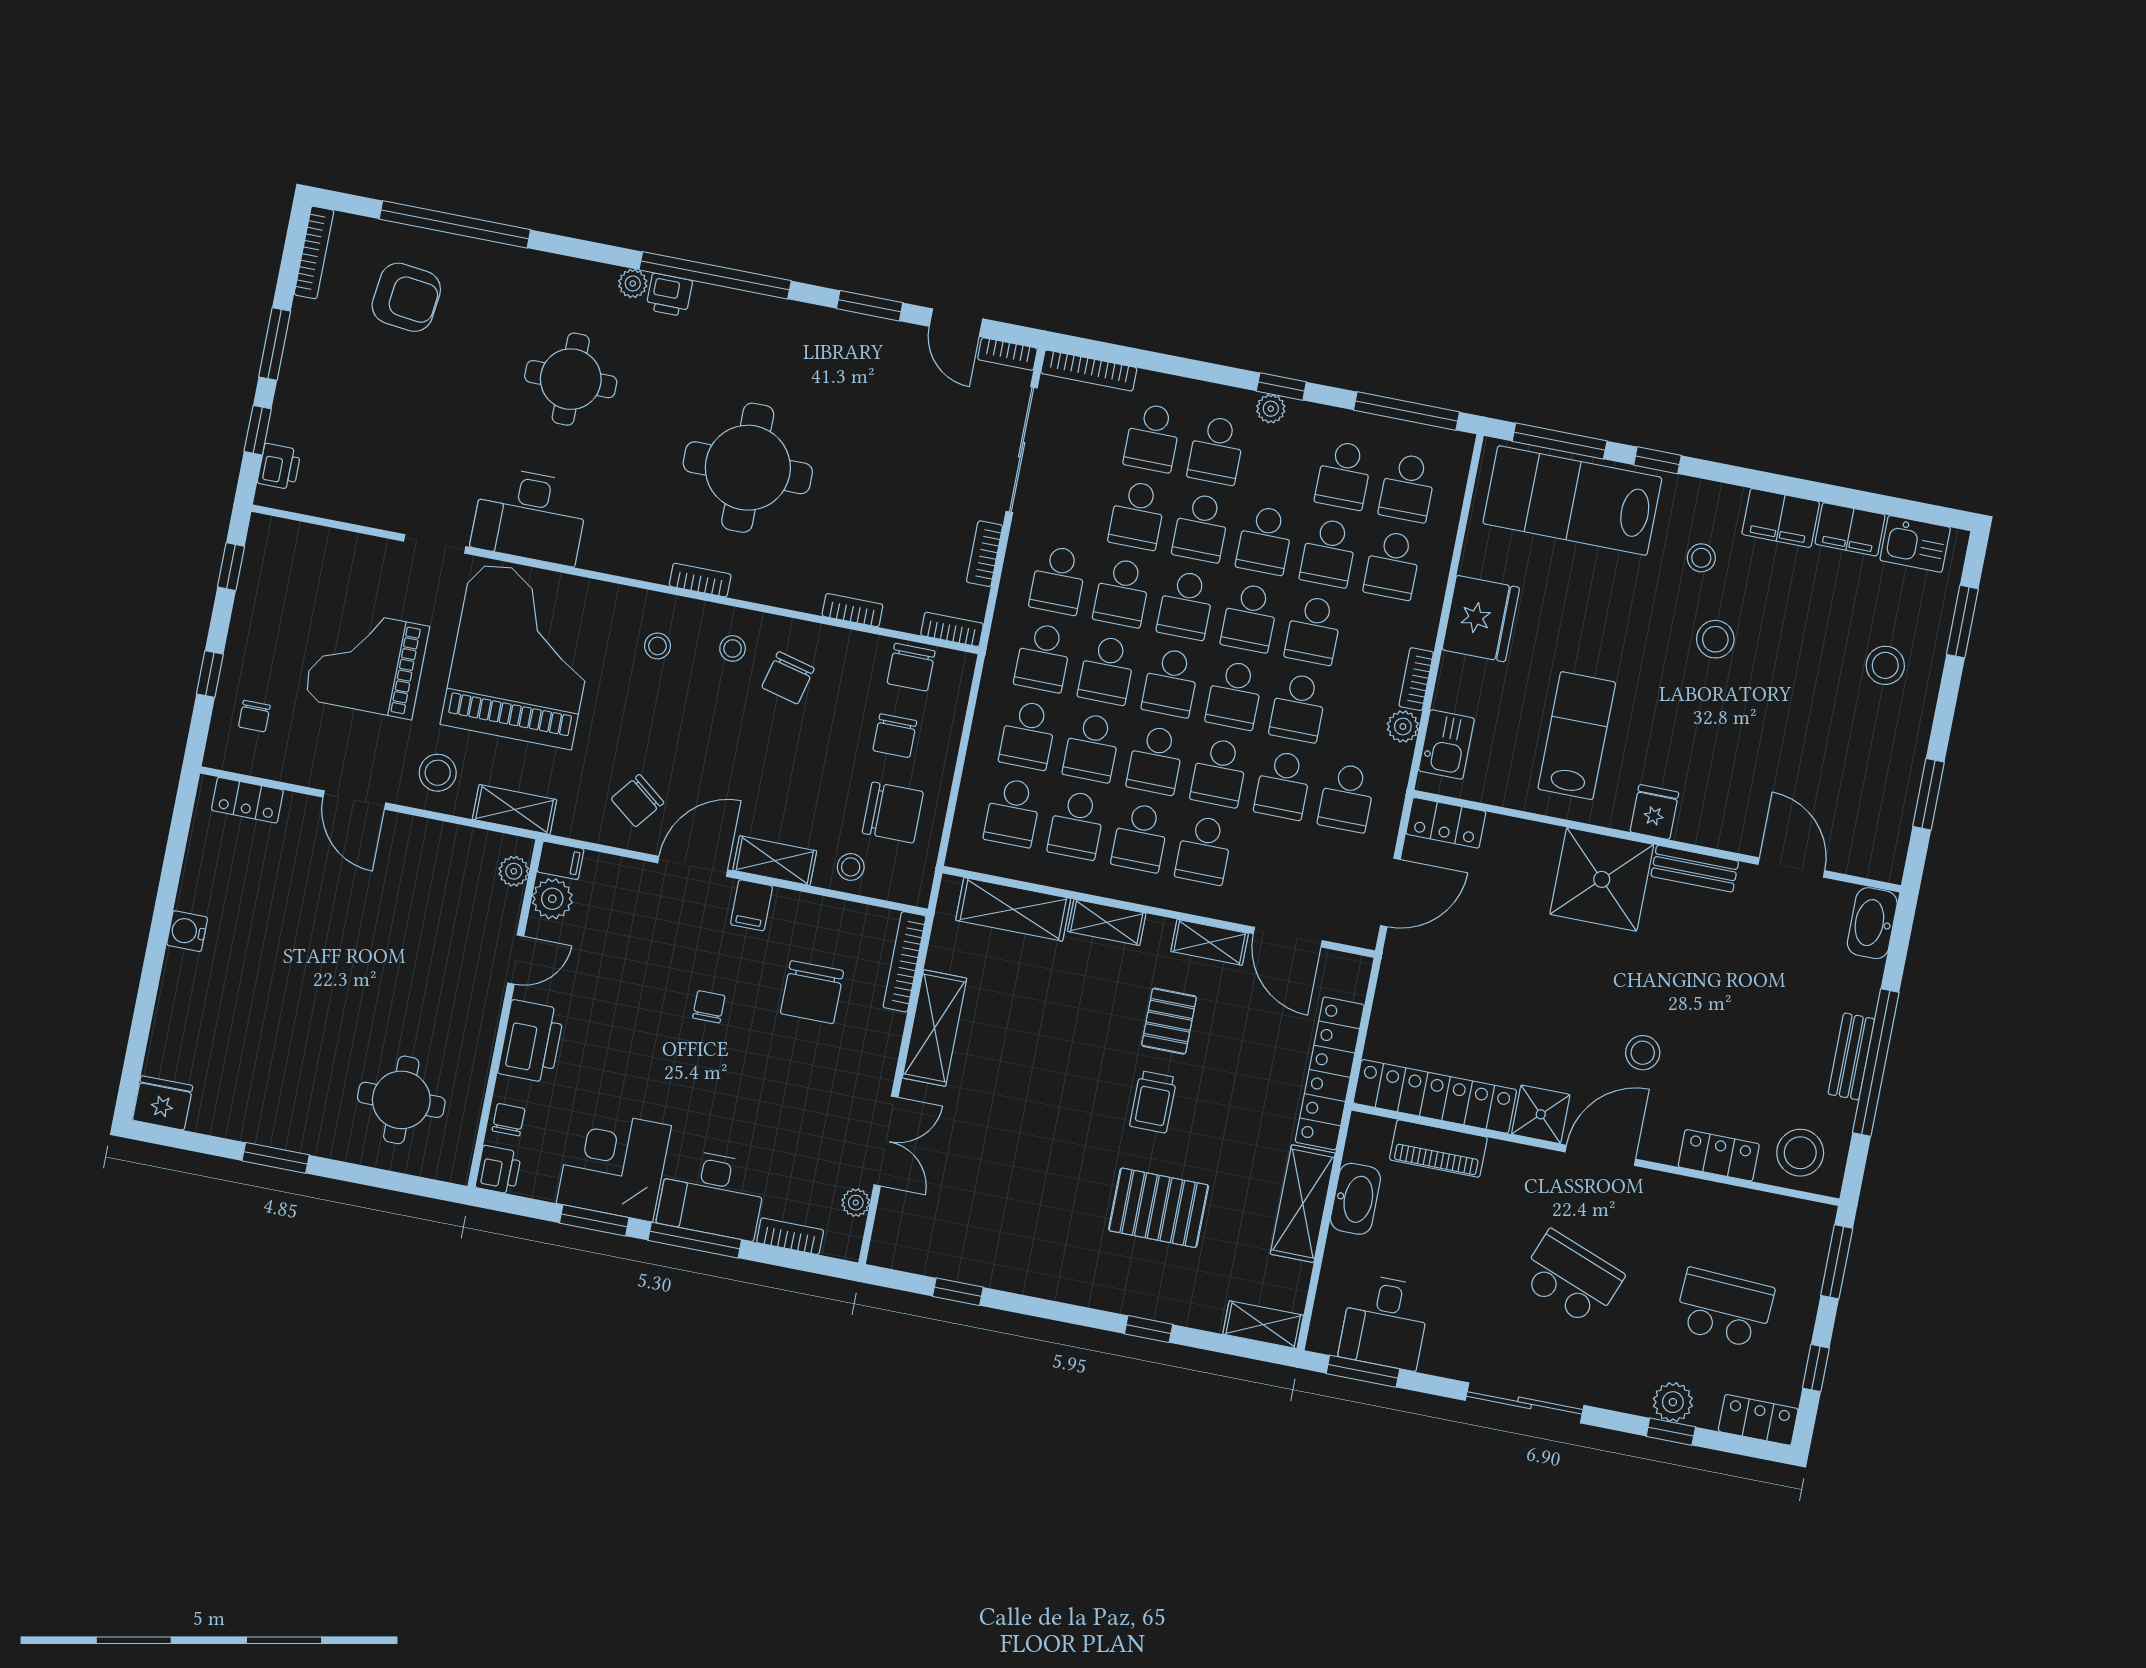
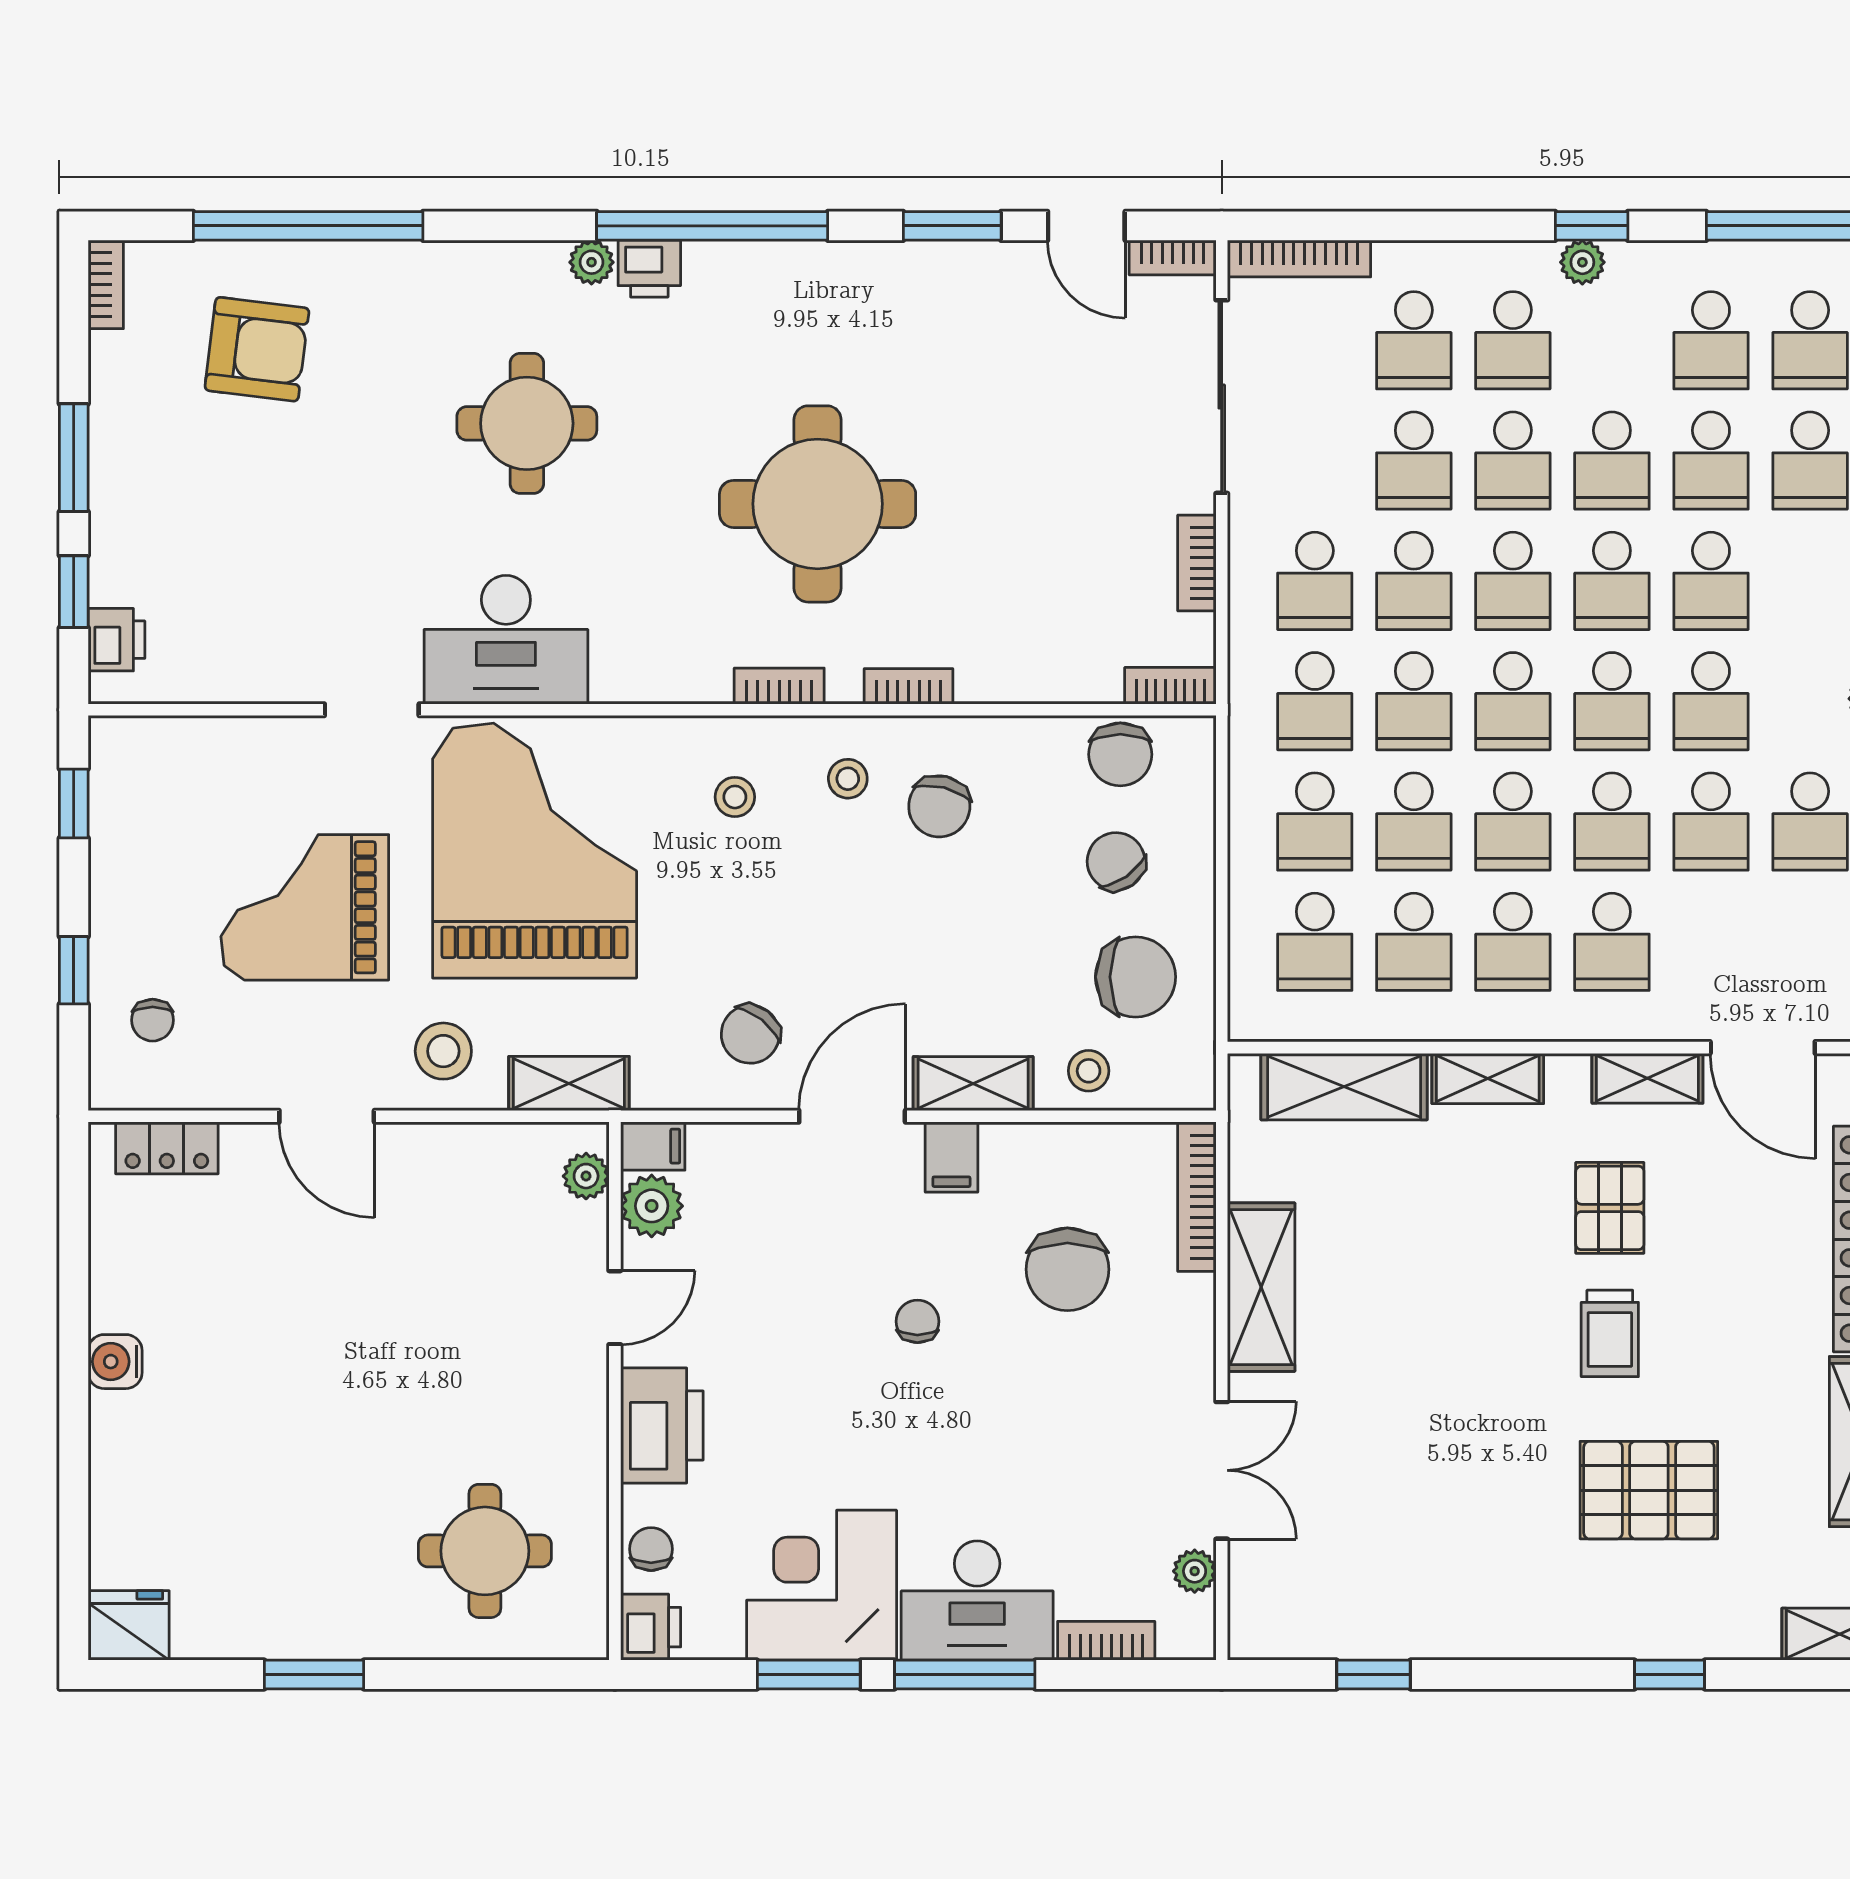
bookcase: (314, 252) -> (106, 284), width x0.64
bookcase: (852, 610) -> (909, 686), moved
chair: (895, 736) -> (1116, 861), turned 145

